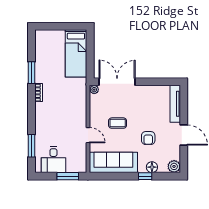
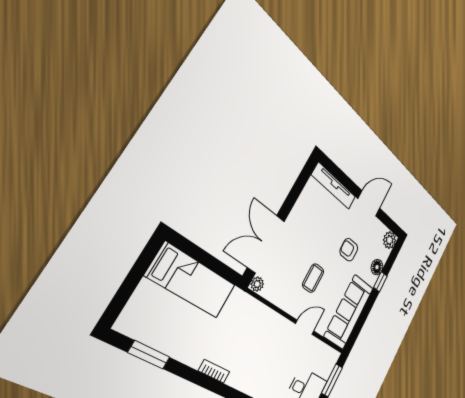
window: (32, 73) -> (149, 355), moved
armchair: (148, 138) -> (349, 250), turned 180

